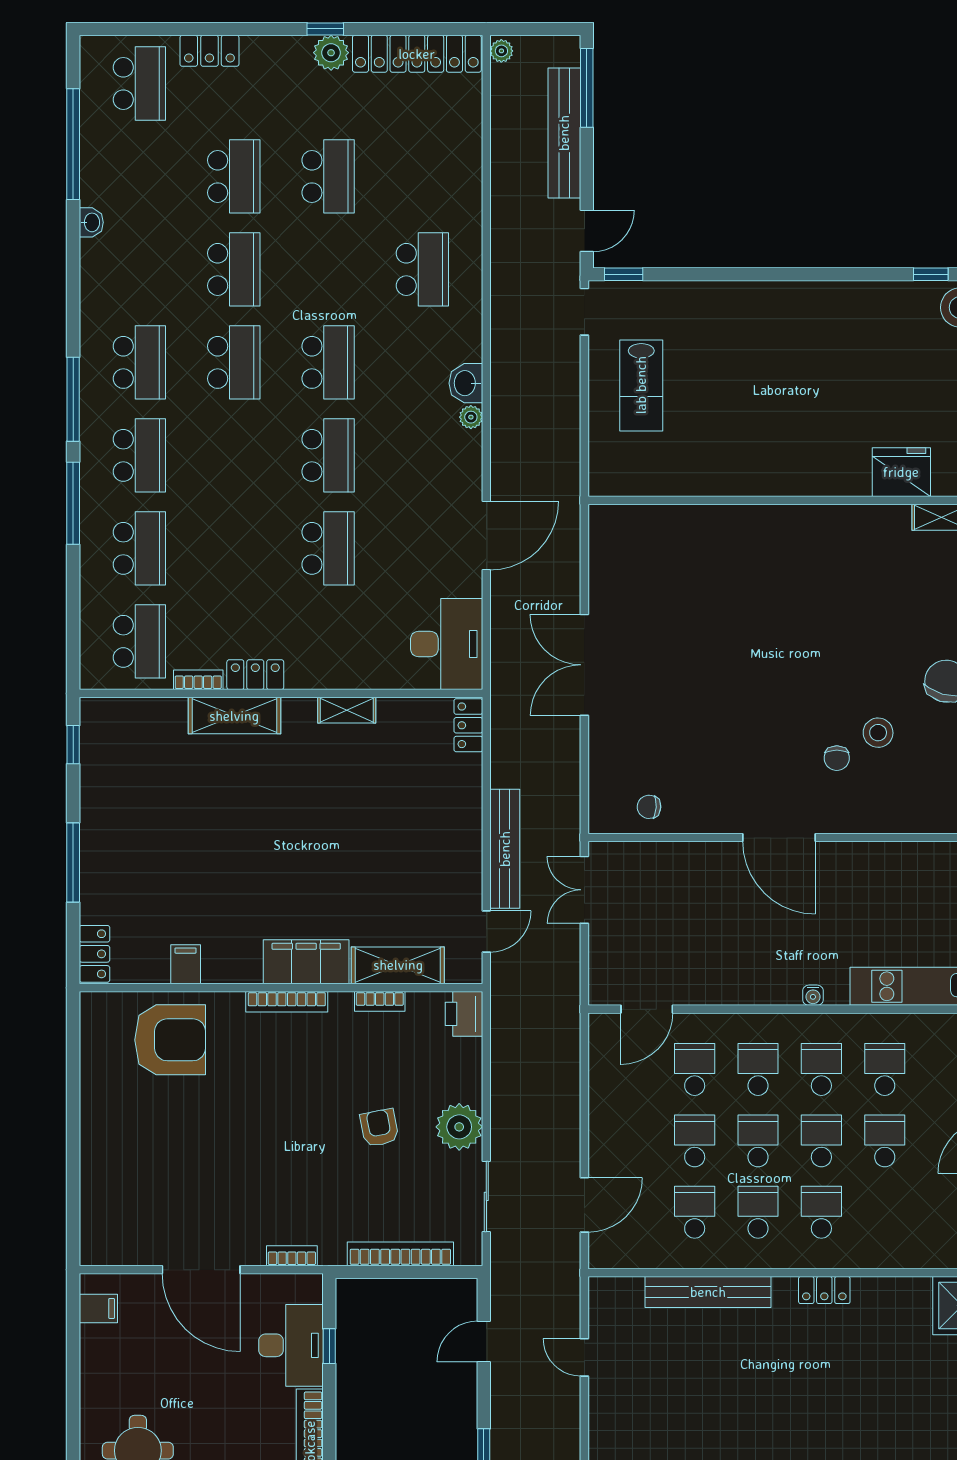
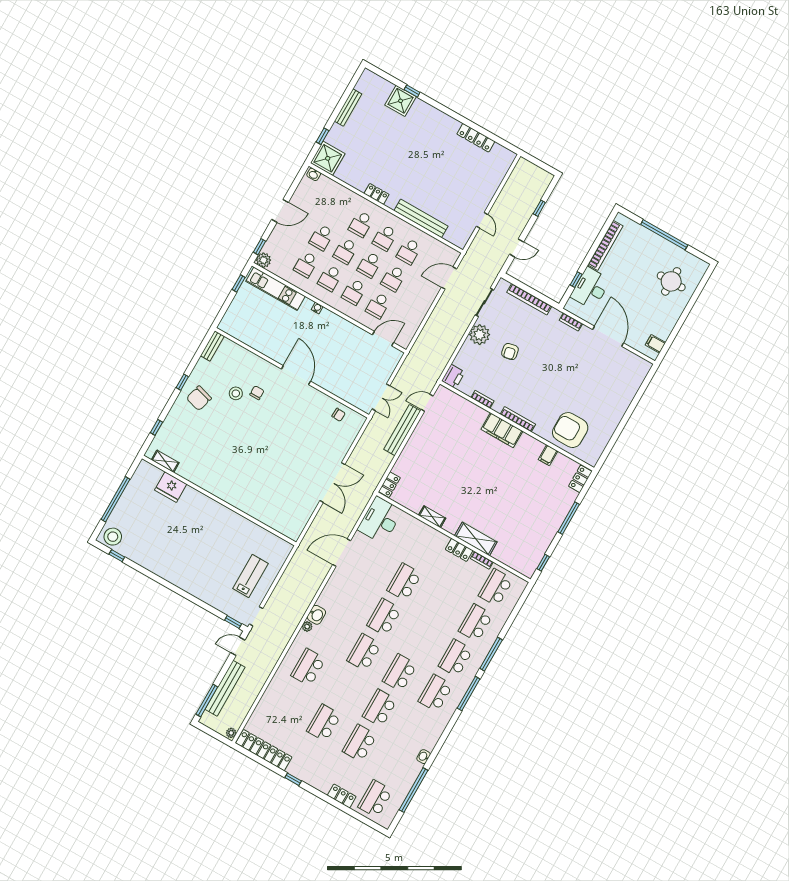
plant: (331, 53) -> (296, 769), removed
plant: (471, 417) -> (307, 627), moved
shelving: (398, 965) -> (468, 409), removed

